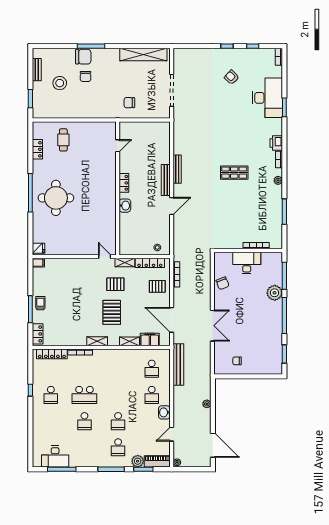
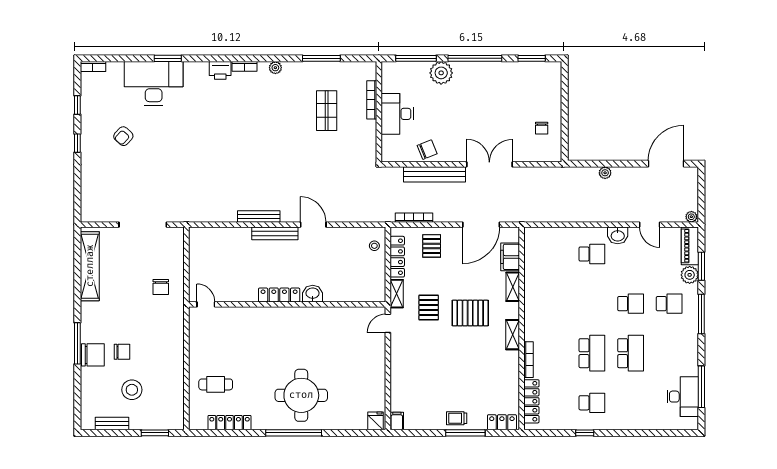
chair: (83, 57) -> (93, 355), turned 90
door: (118, 146) -> (206, 304), moved
locker: (37, 149) -> (230, 423), width x1.53
shop shelf: (234, 173) -> (327, 111), moved
locker: (124, 183) -> (279, 295), width x1.53
bench: (178, 364) -> (435, 174), moved
school desk: (152, 369) -> (553, 254), removed
school desk: (84, 421) -> (631, 353), width x1.85

